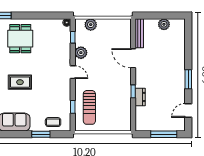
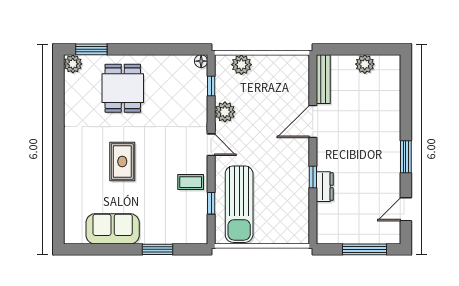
door: (133, 58) -> (313, 121), hinge flipped
rug: (20, 82) -> (122, 162), turned 90
sun lounger: (89, 107) -> (239, 204), width x1.36, depth x1.34
coffee table: (53, 122) -> (191, 182), moved

